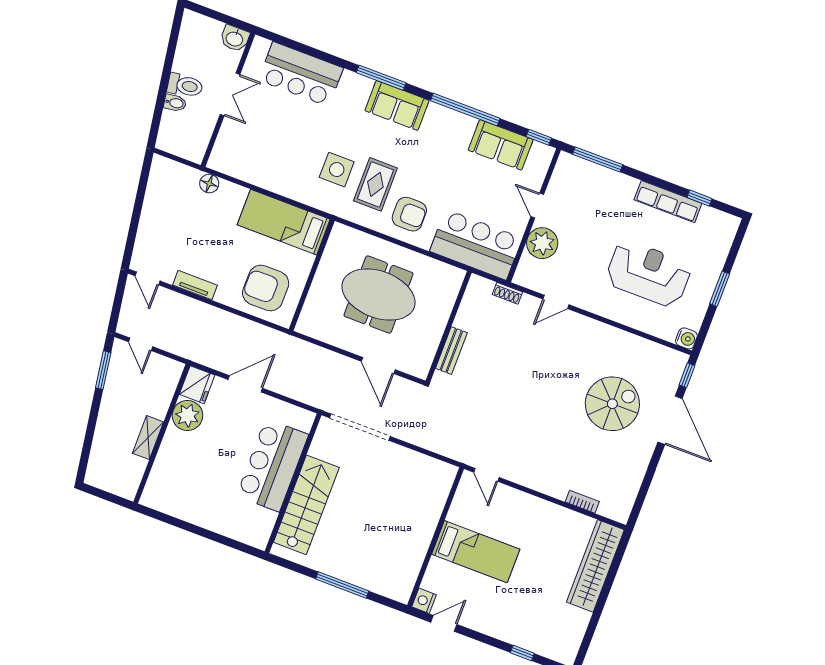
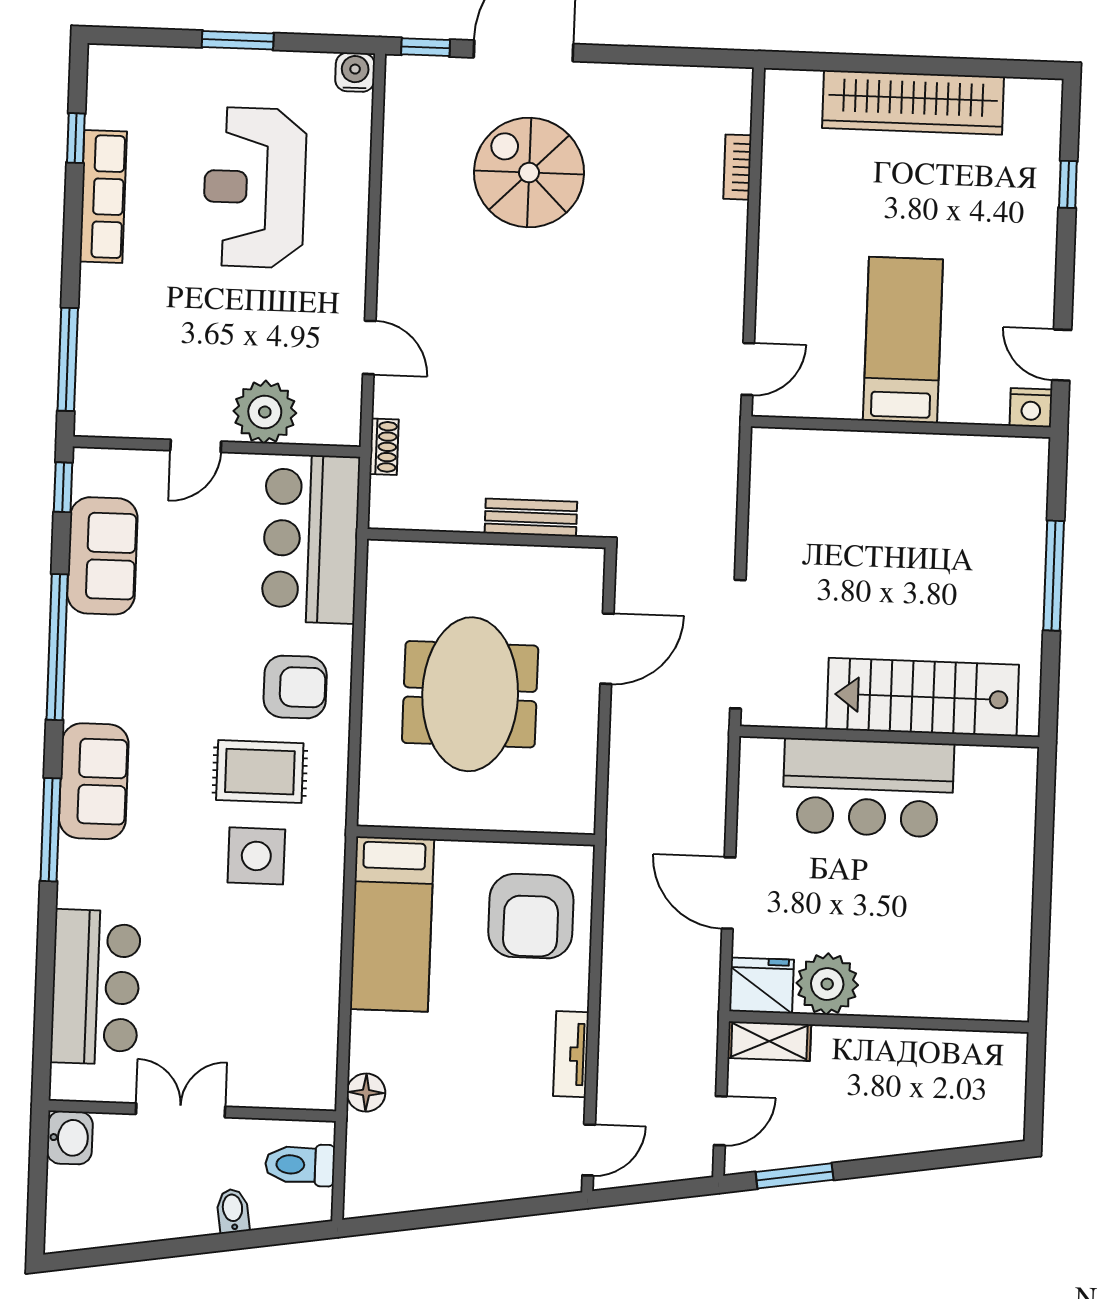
toilet: (185, 86) -> (300, 1165), moved, turned -81
armchair: (409, 214) -> (295, 687), turned 90
shelving: (148, 438) -> (769, 1041), moved
wardrobe: (595, 566) -> (913, 102), moved

